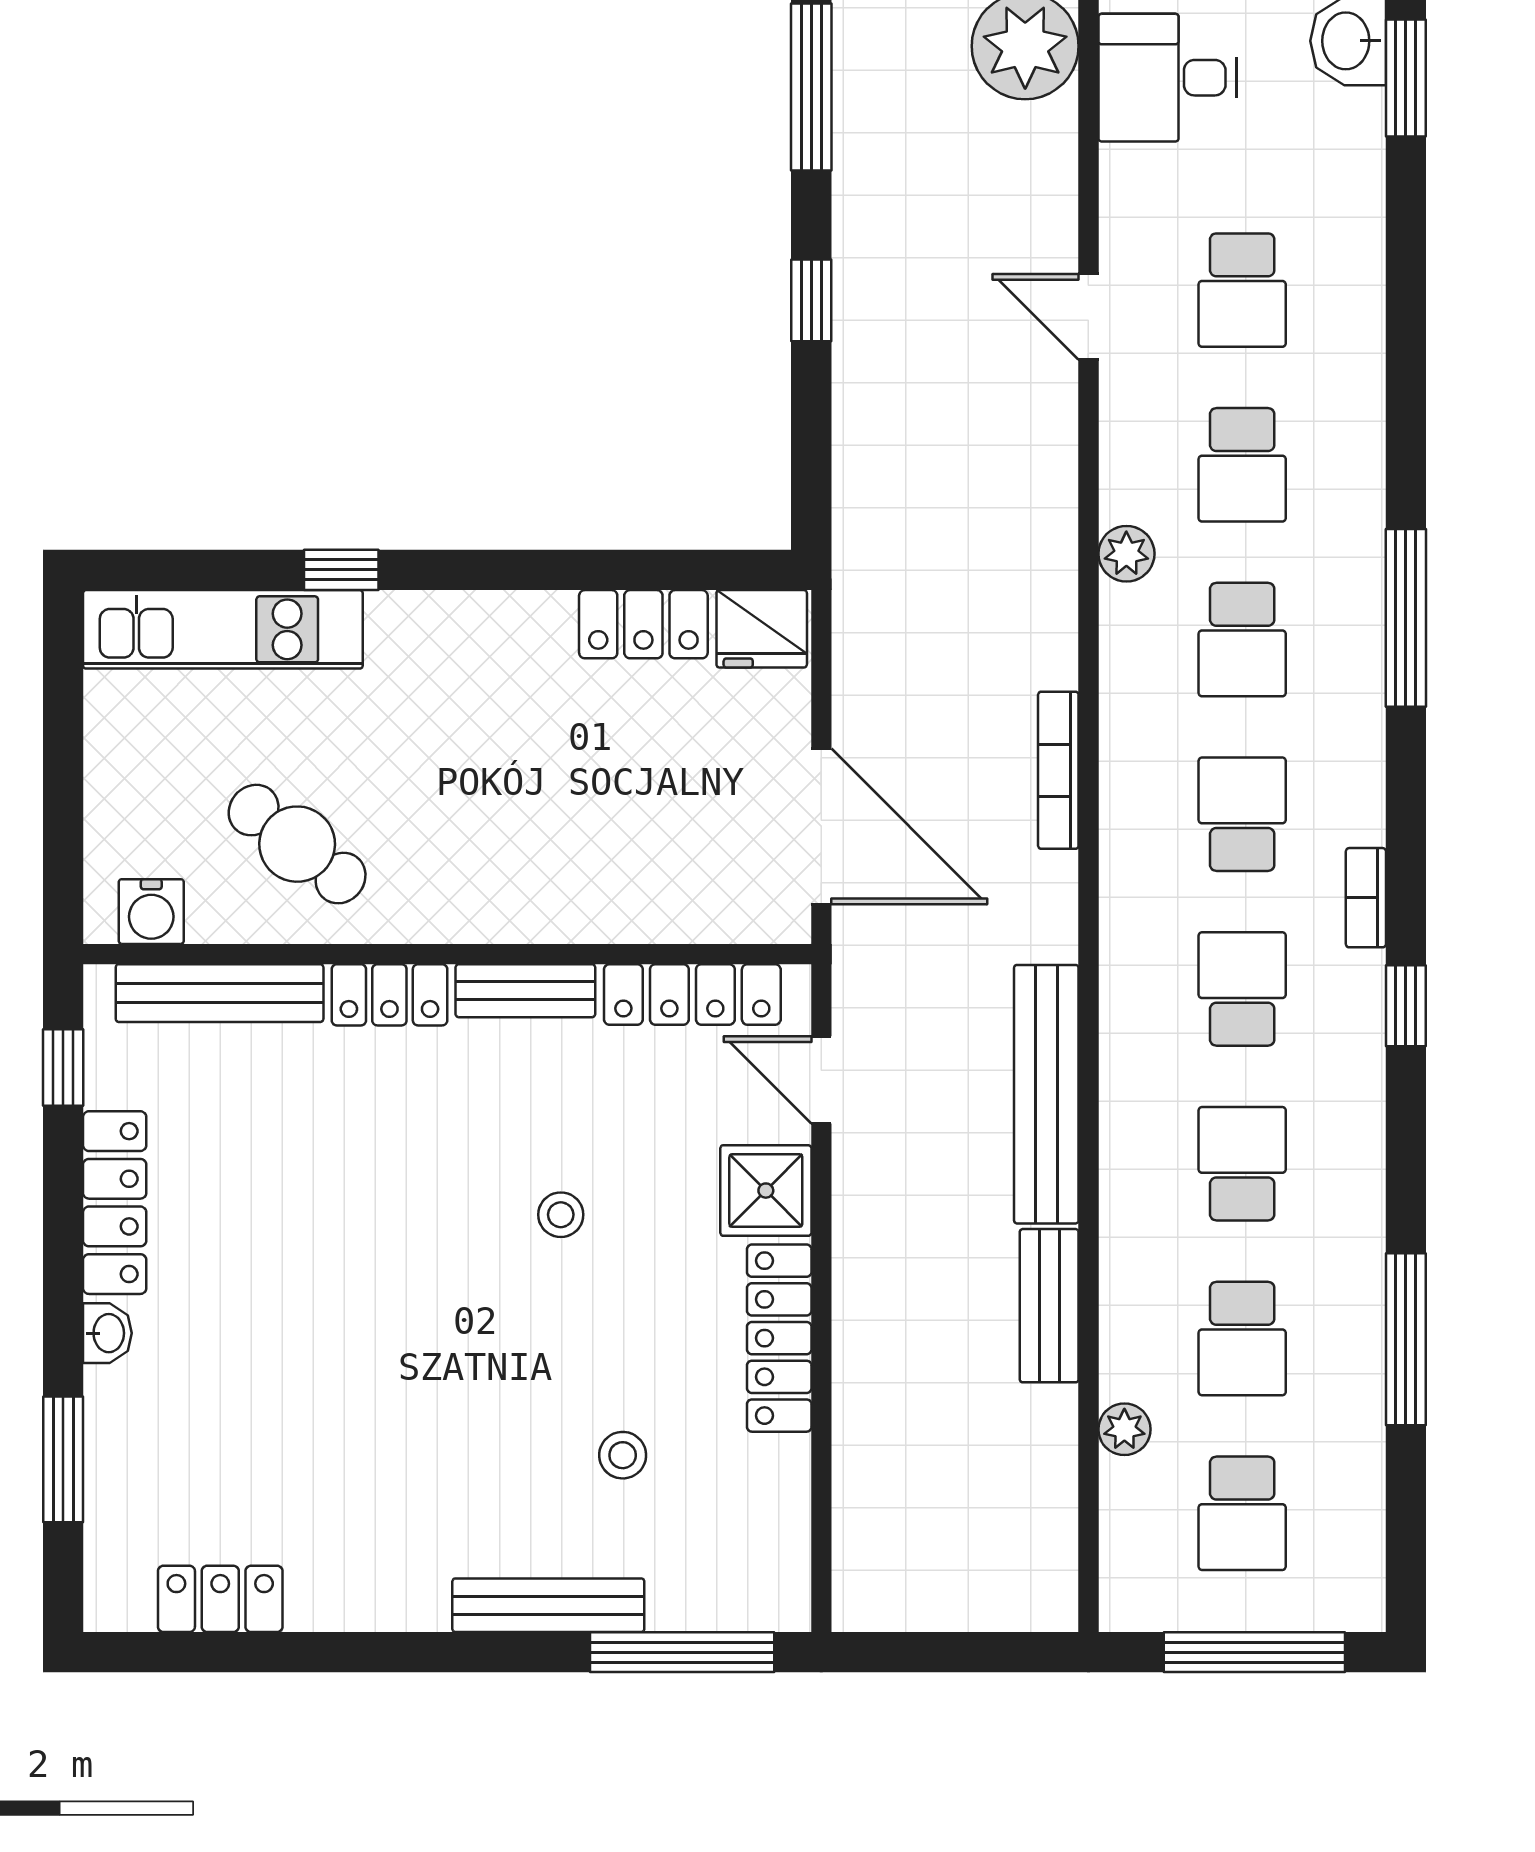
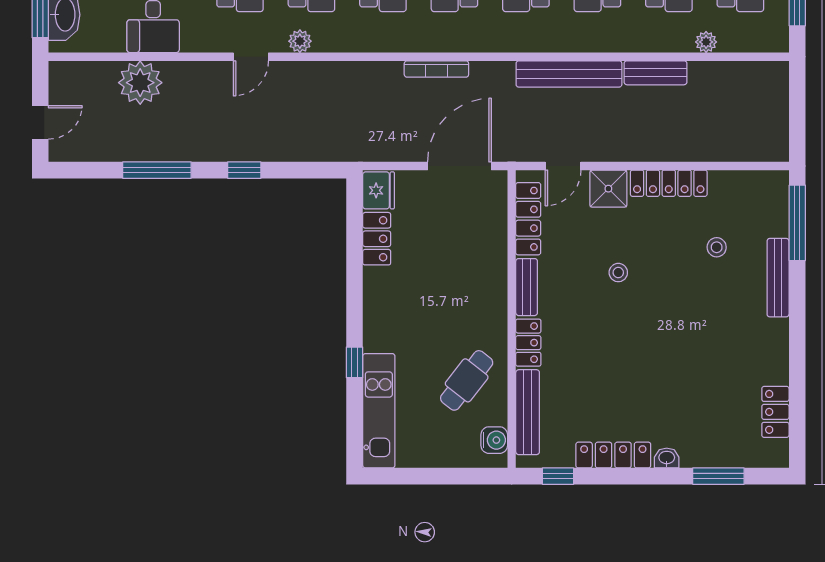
plant: (1126, 554) -> (300, 41), moved

